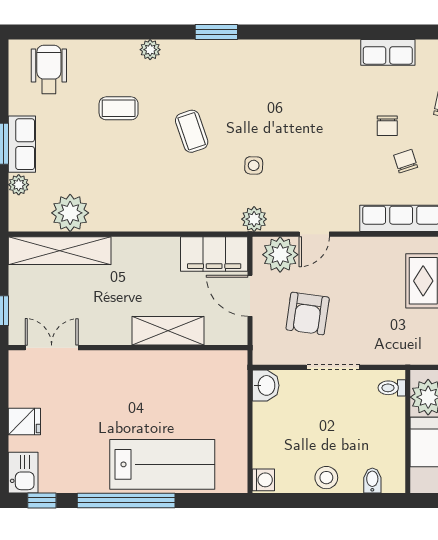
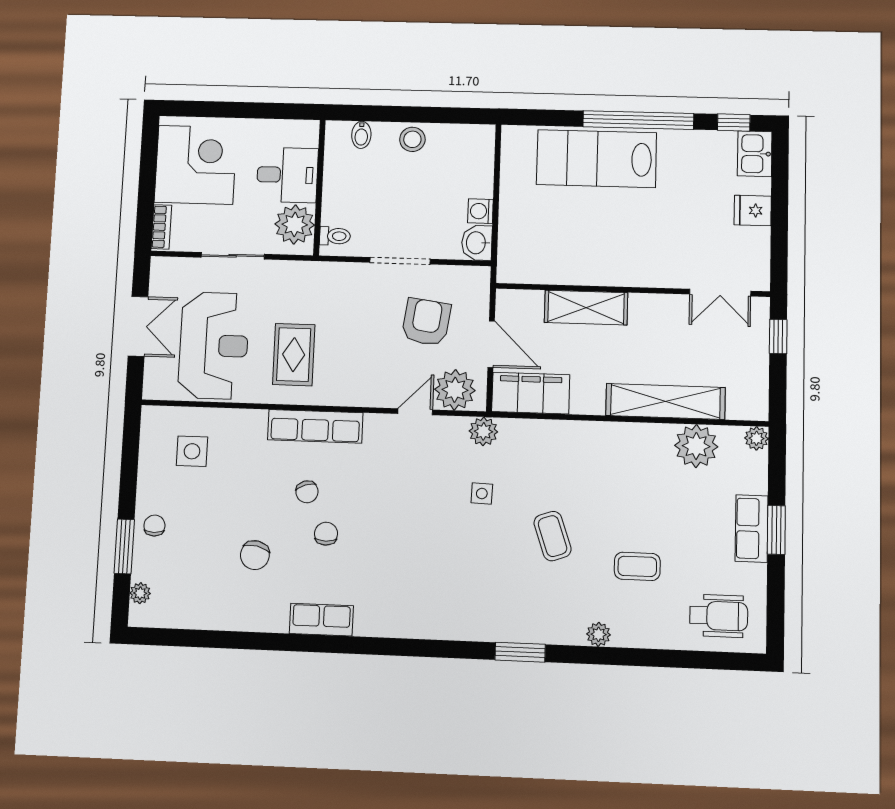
wheelchair: (49, 69) -> (719, 616), turned -90
plant: (19, 185) -> (757, 438), moved
shelving: (60, 251) -> (665, 401), moved
washing machine: (263, 480) -> (480, 211), moved

